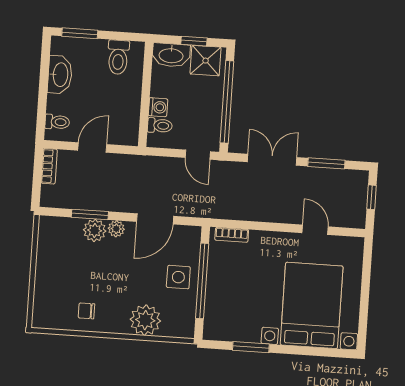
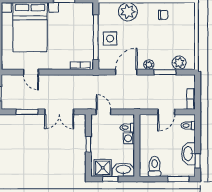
window: (45, 61) -> (198, 161), added
window: (227, 102) -> (88, 144), width x0.32
plant: (95, 230) -> (179, 63), moved

